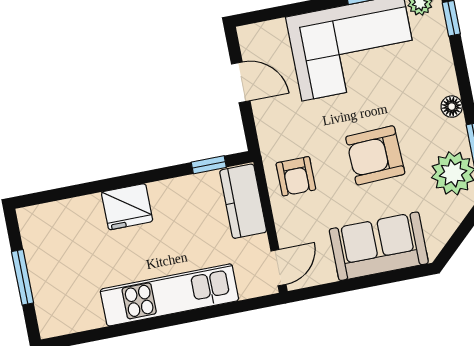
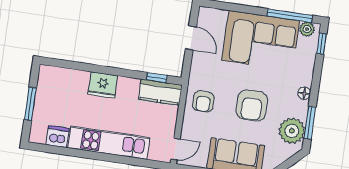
armchair: (375, 155) -> (252, 105), turned -88
kitchen counter: (243, 201) -> (160, 92), moved, turned -90
dishwasher: (84, 314) -> (58, 137), added

